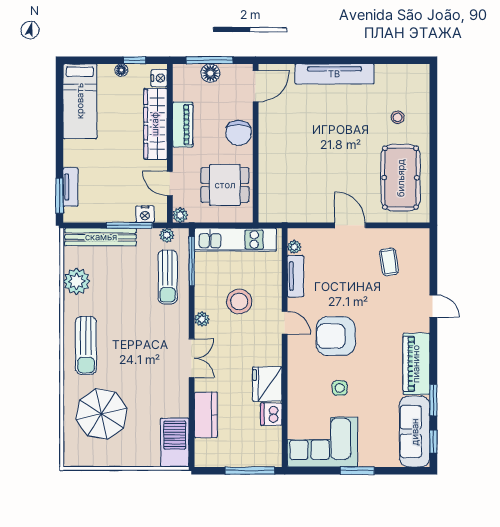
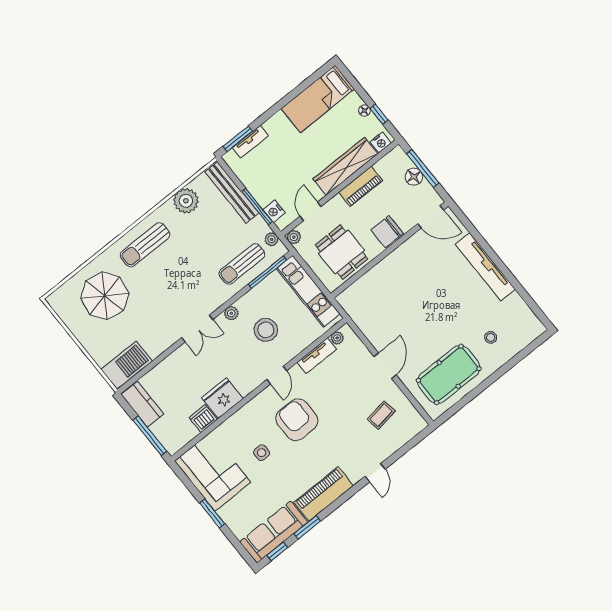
kitchen counter: (206, 415) -> (142, 404), moved, turned -90

